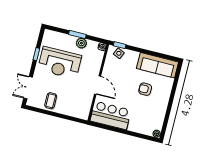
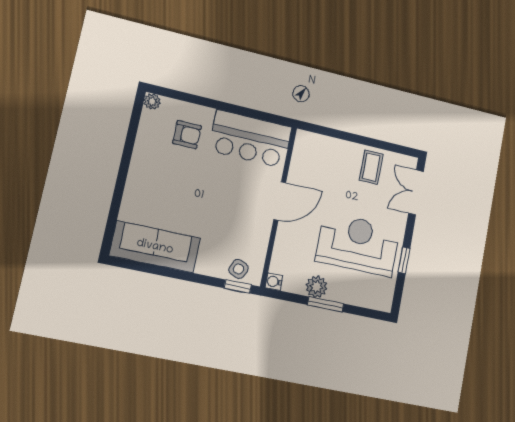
door: (98, 85) -> (280, 201), swing flipped
double door: (28, 88) -> (416, 192), swing flipped
armchair: (145, 89) -> (187, 135), moved

